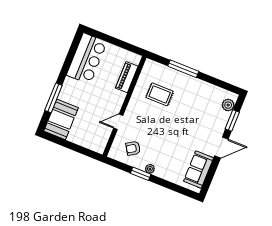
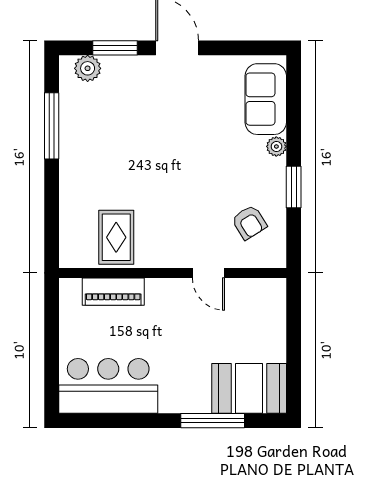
window: (183, 69) -> (52, 126), moved
rug: (160, 94) -> (116, 237), moved
plant: (150, 169) -> (276, 146), moved
sofa: (199, 169) -> (266, 99), moved, turned 90

